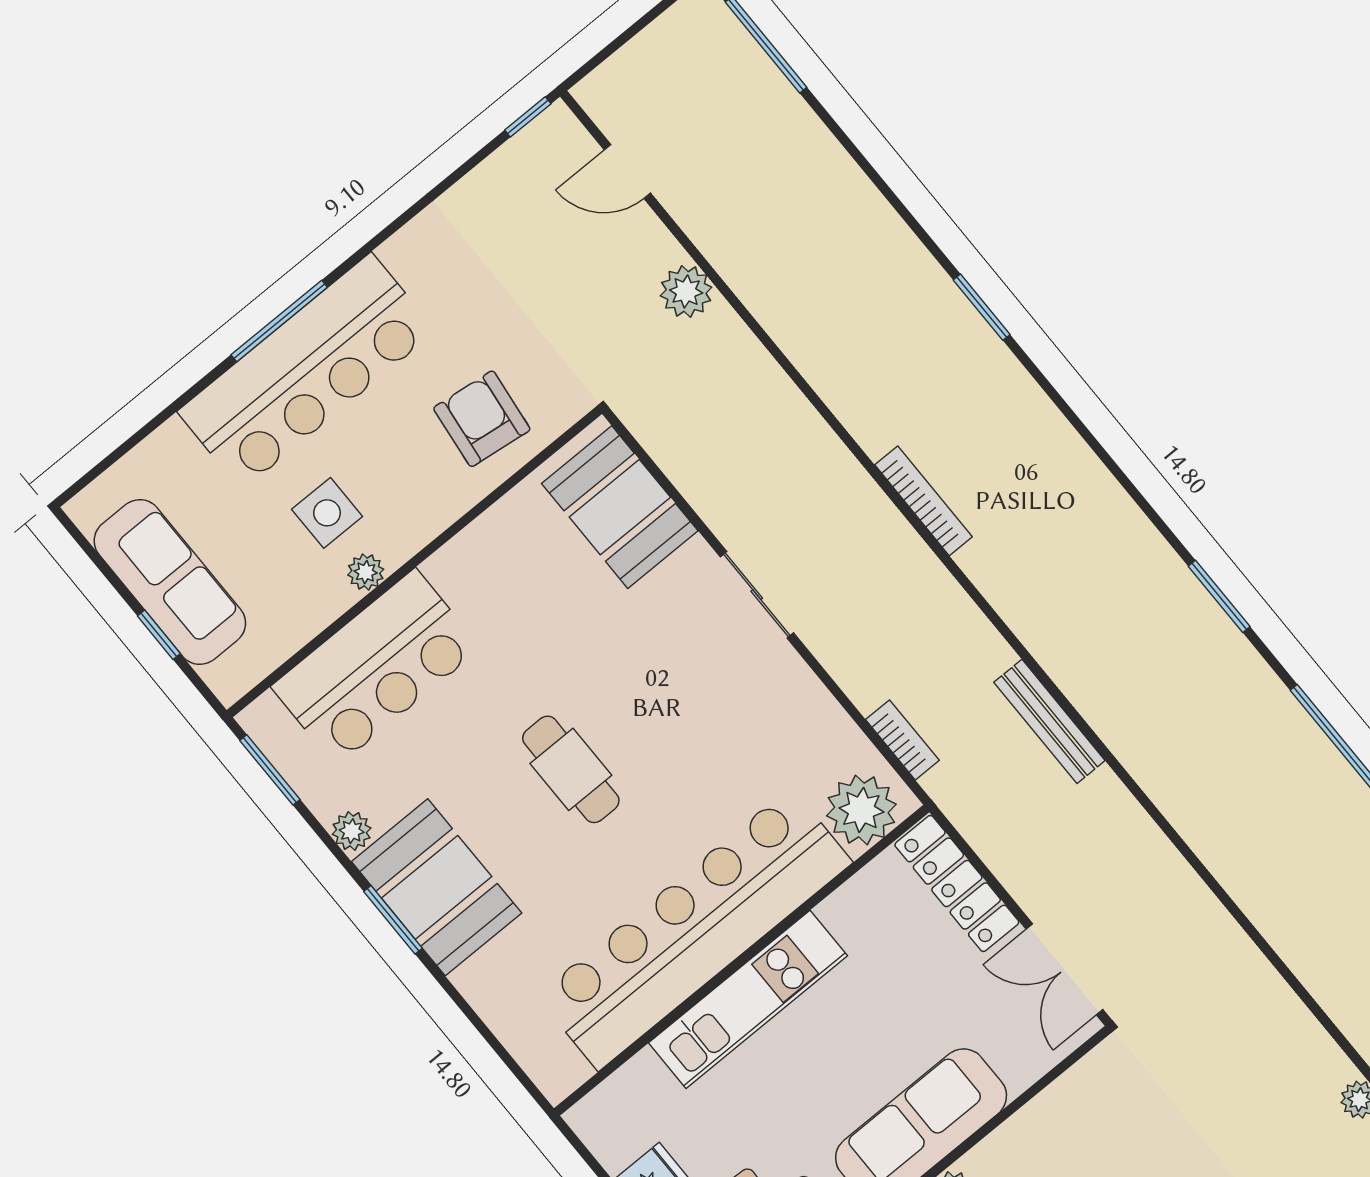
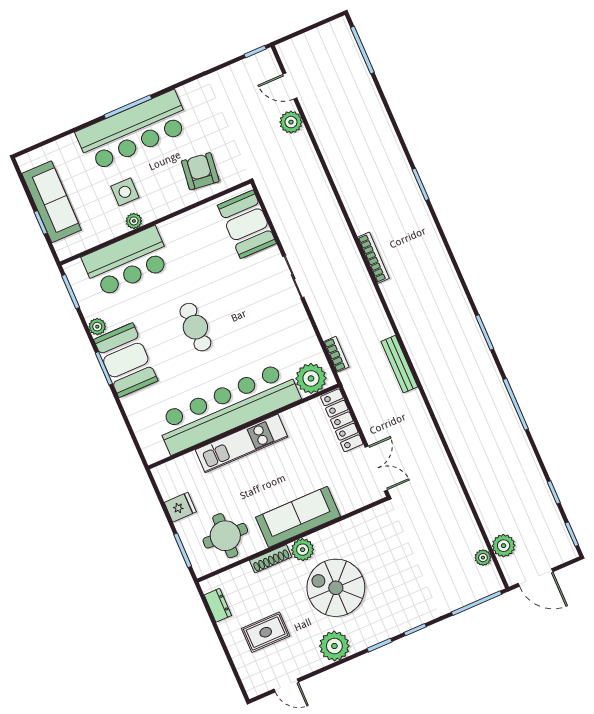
plant: (686, 292) -> (291, 122), moved
double door: (1064, 969) -> (376, 469), swing flipped

